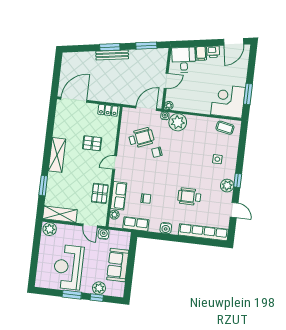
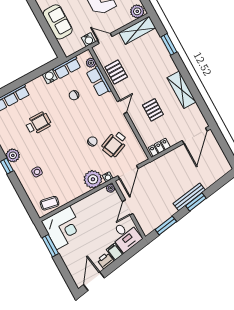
pallet: (92, 143) -> (153, 110), turned 90
shelving: (57, 155) -> (182, 90), moved
water cooler: (166, 228) -> (50, 77), moved

